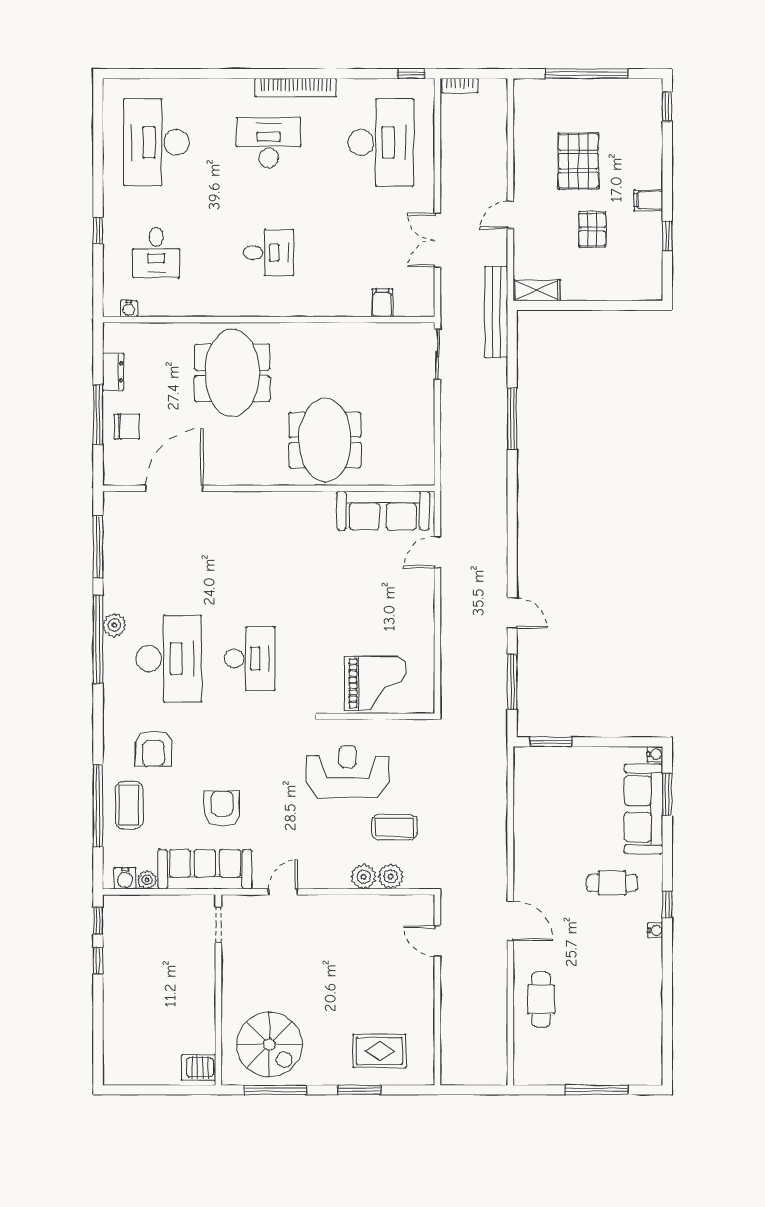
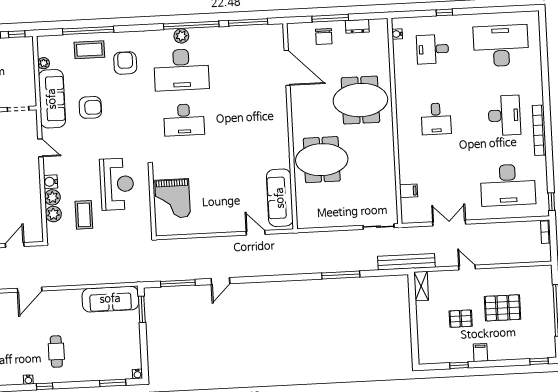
plant: (114, 625) -> (181, 36), moved
armchair: (153, 748) -> (125, 63), turned 90
sofa: (643, 809) -> (110, 299), moved, turned 180
water cooler: (125, 878) -> (51, 182), moved

